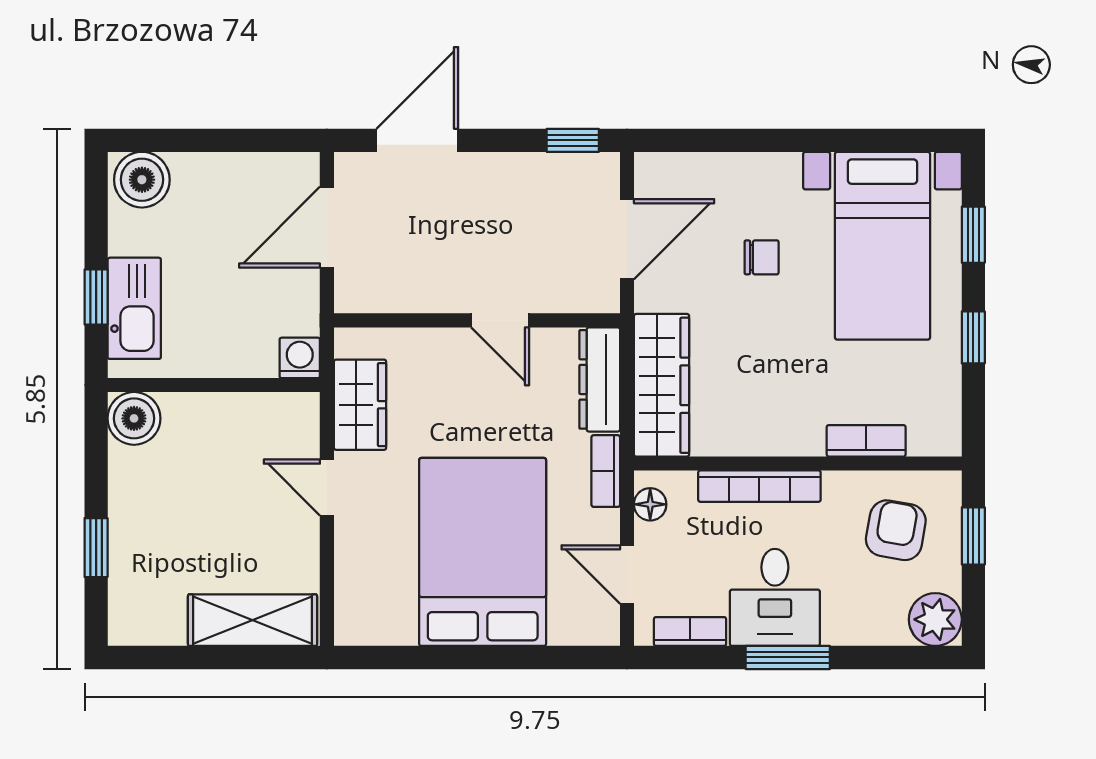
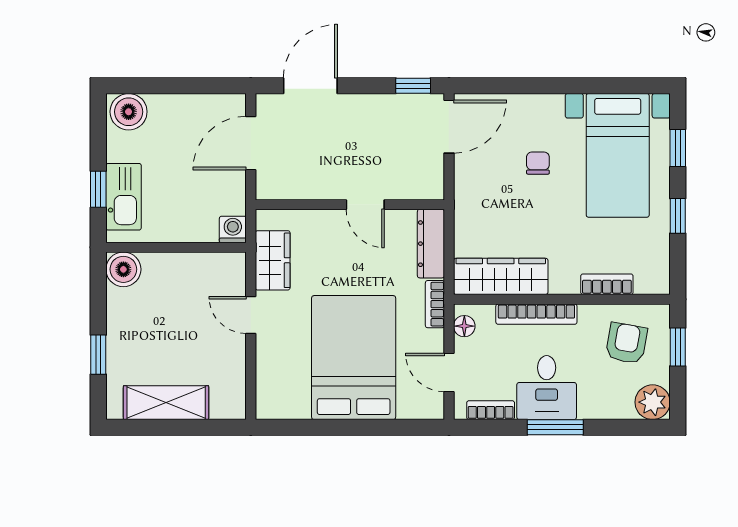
door: (627, 239) -> (449, 127), moved
chair: (762, 257) -> (538, 163), turned -90
wardrobe: (662, 385) -> (501, 276), moved, turned -90
shelving: (253, 620) -> (166, 403), moved

